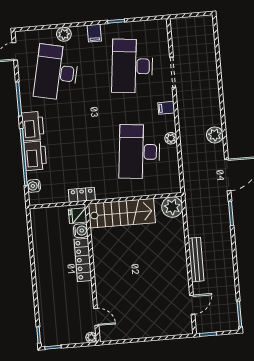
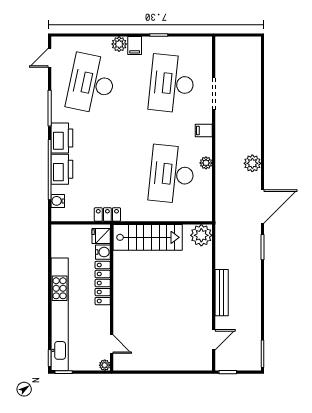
plant: (64, 34) -> (119, 44), moved
kitchen unit: (45, 293) -> (60, 314), added

